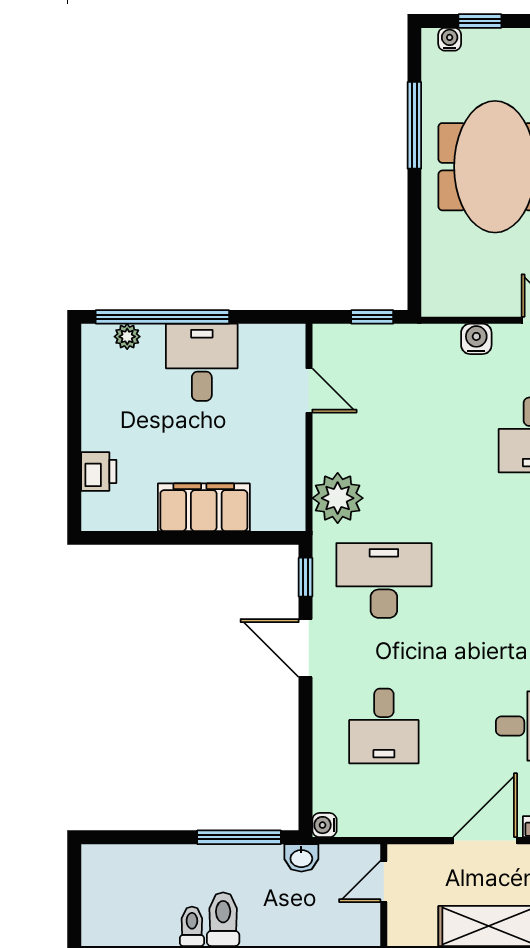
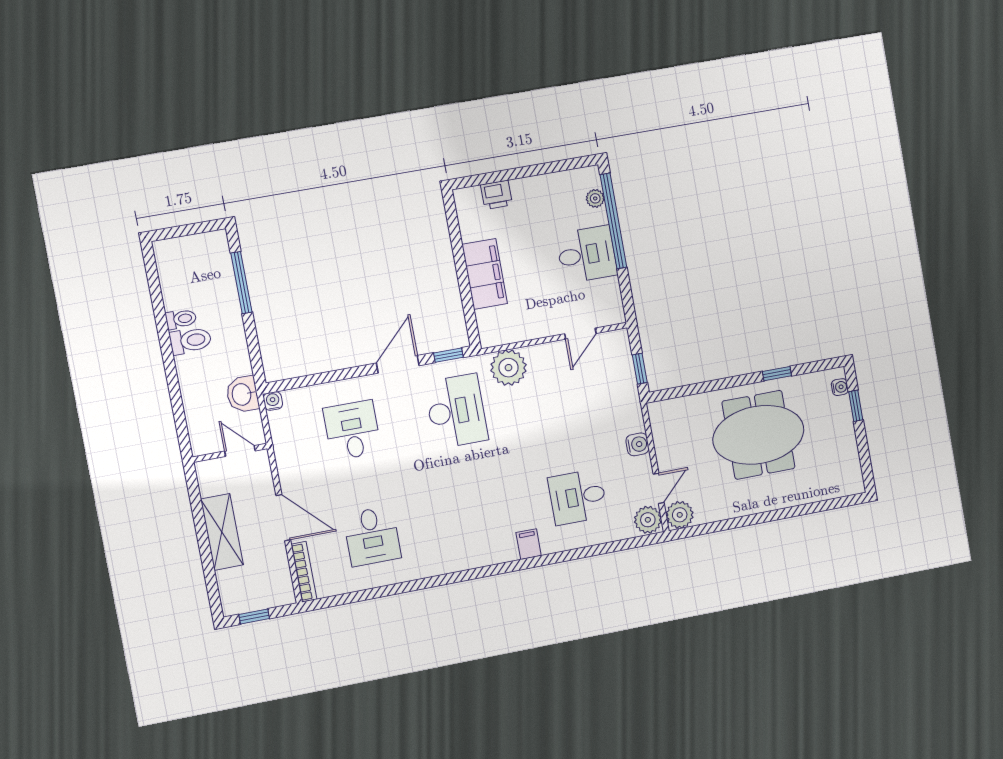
window: (414, 125) -> (777, 374), width x0.46
desk: (384, 726) -> (352, 430), turned 90
window: (239, 837) -> (241, 283), moved
washbasin: (301, 858) -> (242, 394), width x1.38, depth x1.45

